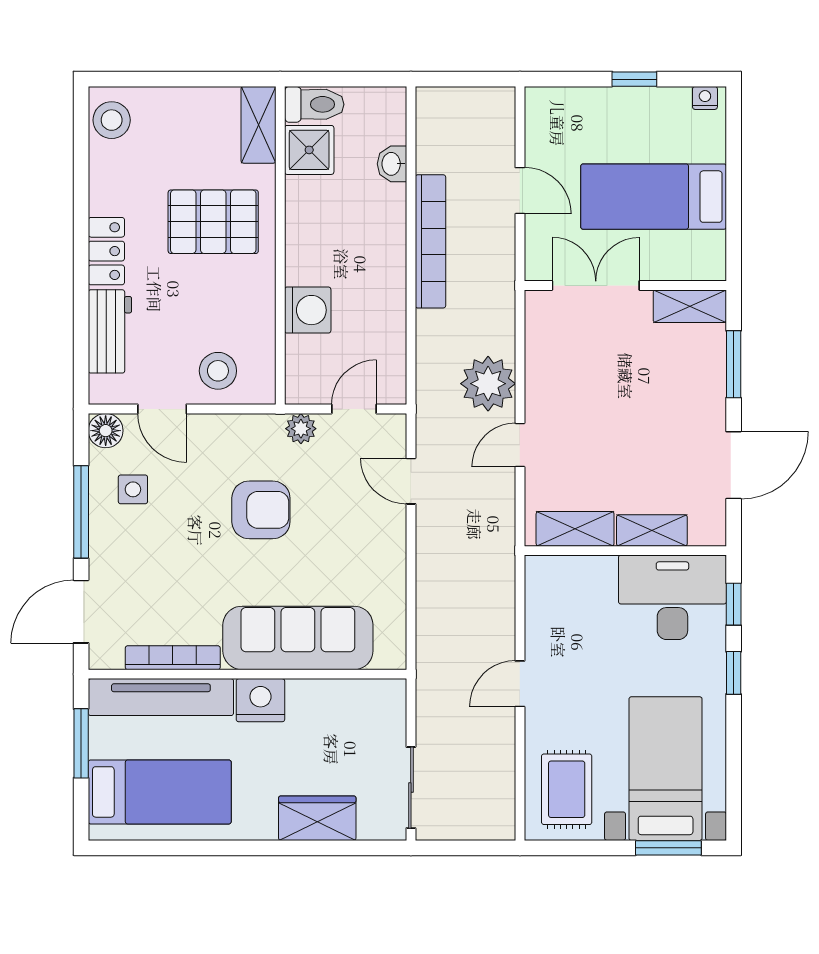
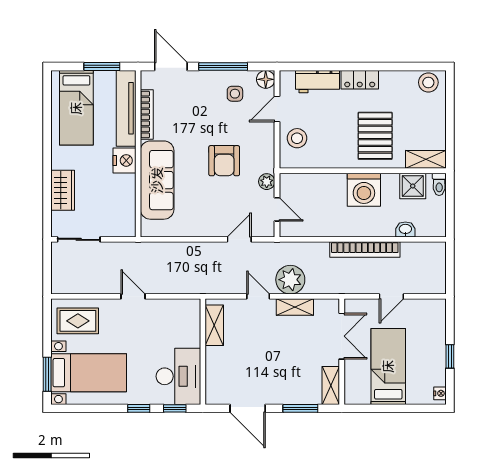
toilet: (314, 104) -> (439, 184), width x0.73, depth x0.72
washing machine: (308, 310) -> (364, 190), moved, width x1.37, depth x1.37
shelving: (652, 530) -> (295, 307), moved, turned 90

